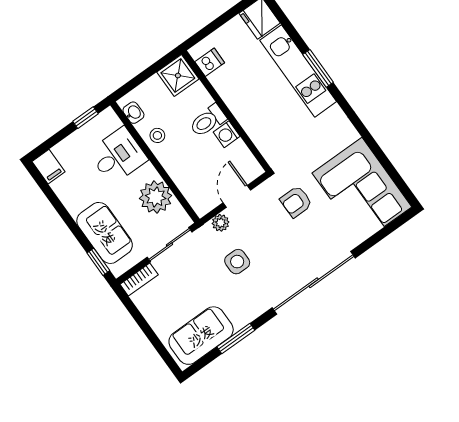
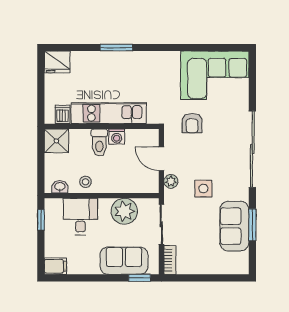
kitchen unit: (298, 71) -> (109, 113), moved, turned 180
sofa: (201, 336) -> (234, 226), moved

